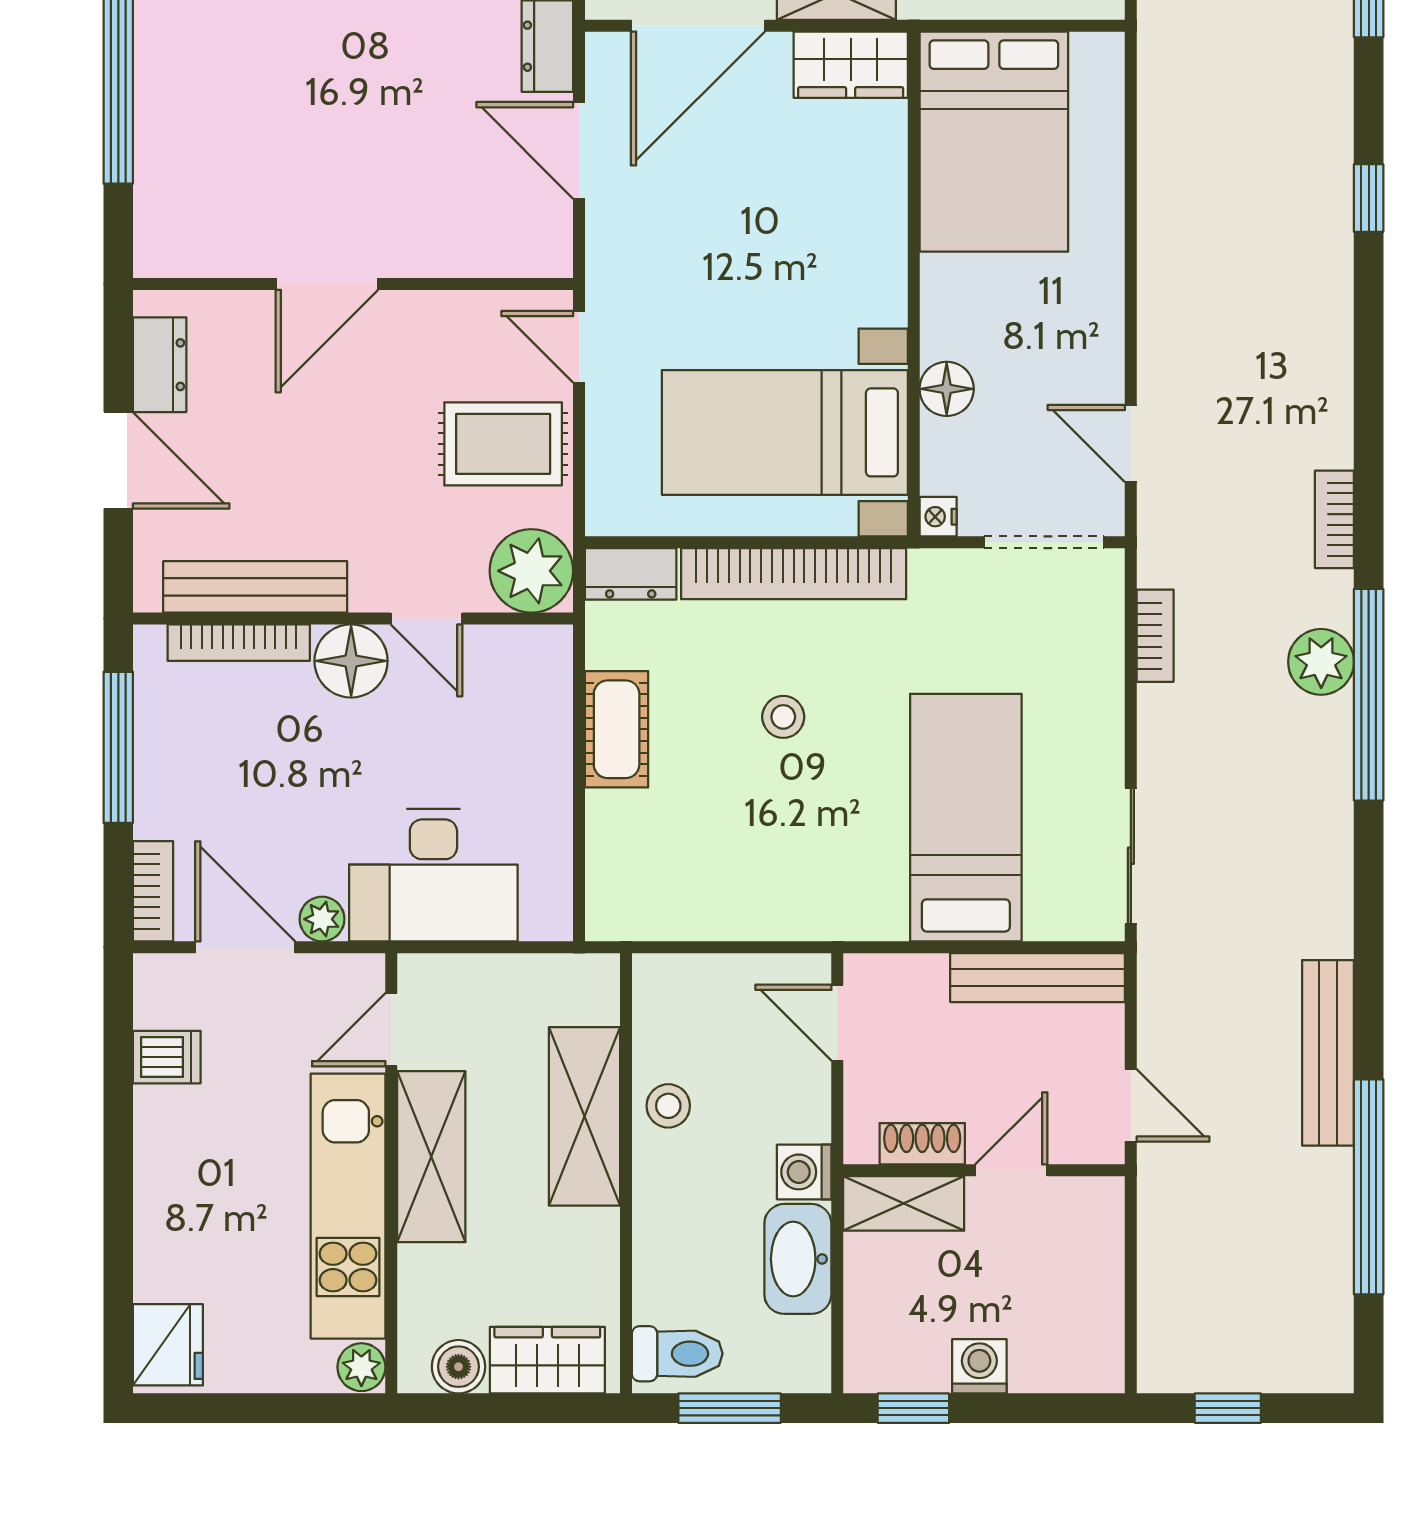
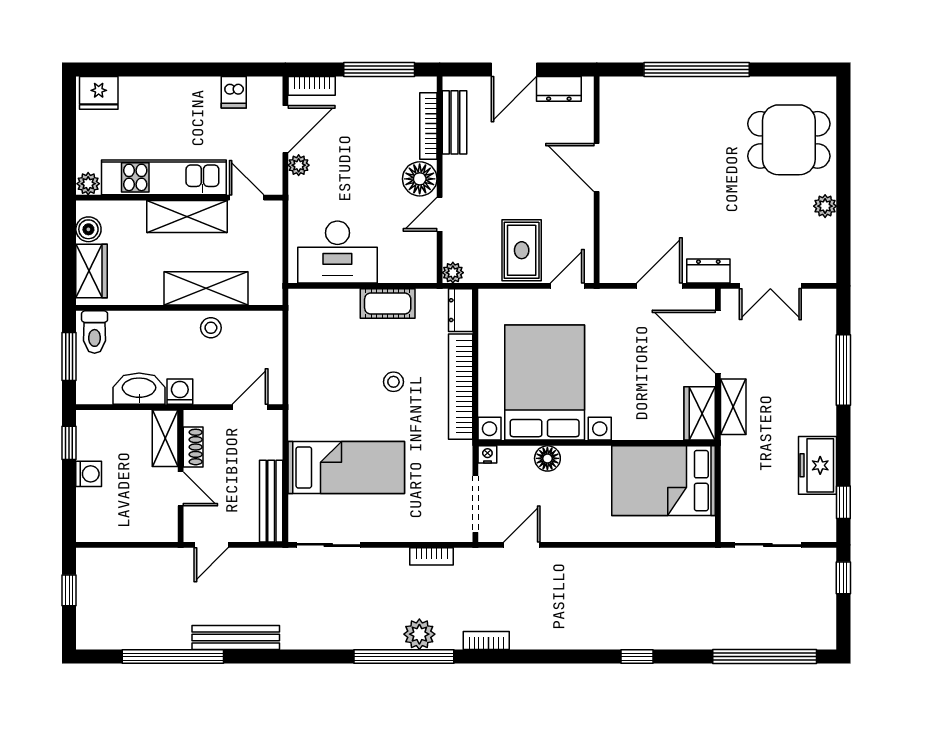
bed with nightstands: (785, 432) -> (545, 383), width x1.36
plant: (531, 571) -> (453, 273), width x0.53, depth x0.53
bench: (255, 587) -> (455, 122), width x0.73
desk: (433, 875) -> (337, 252), moved, turned -90

